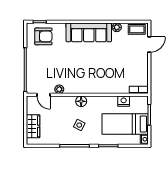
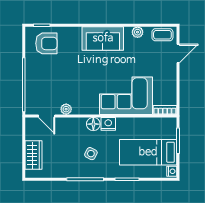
sofa: (89, 32) -> (103, 38), width x0.73
corner sofa: (107, 79) -> (126, 96), added
nightstand: (124, 101) -> (108, 124), moved

